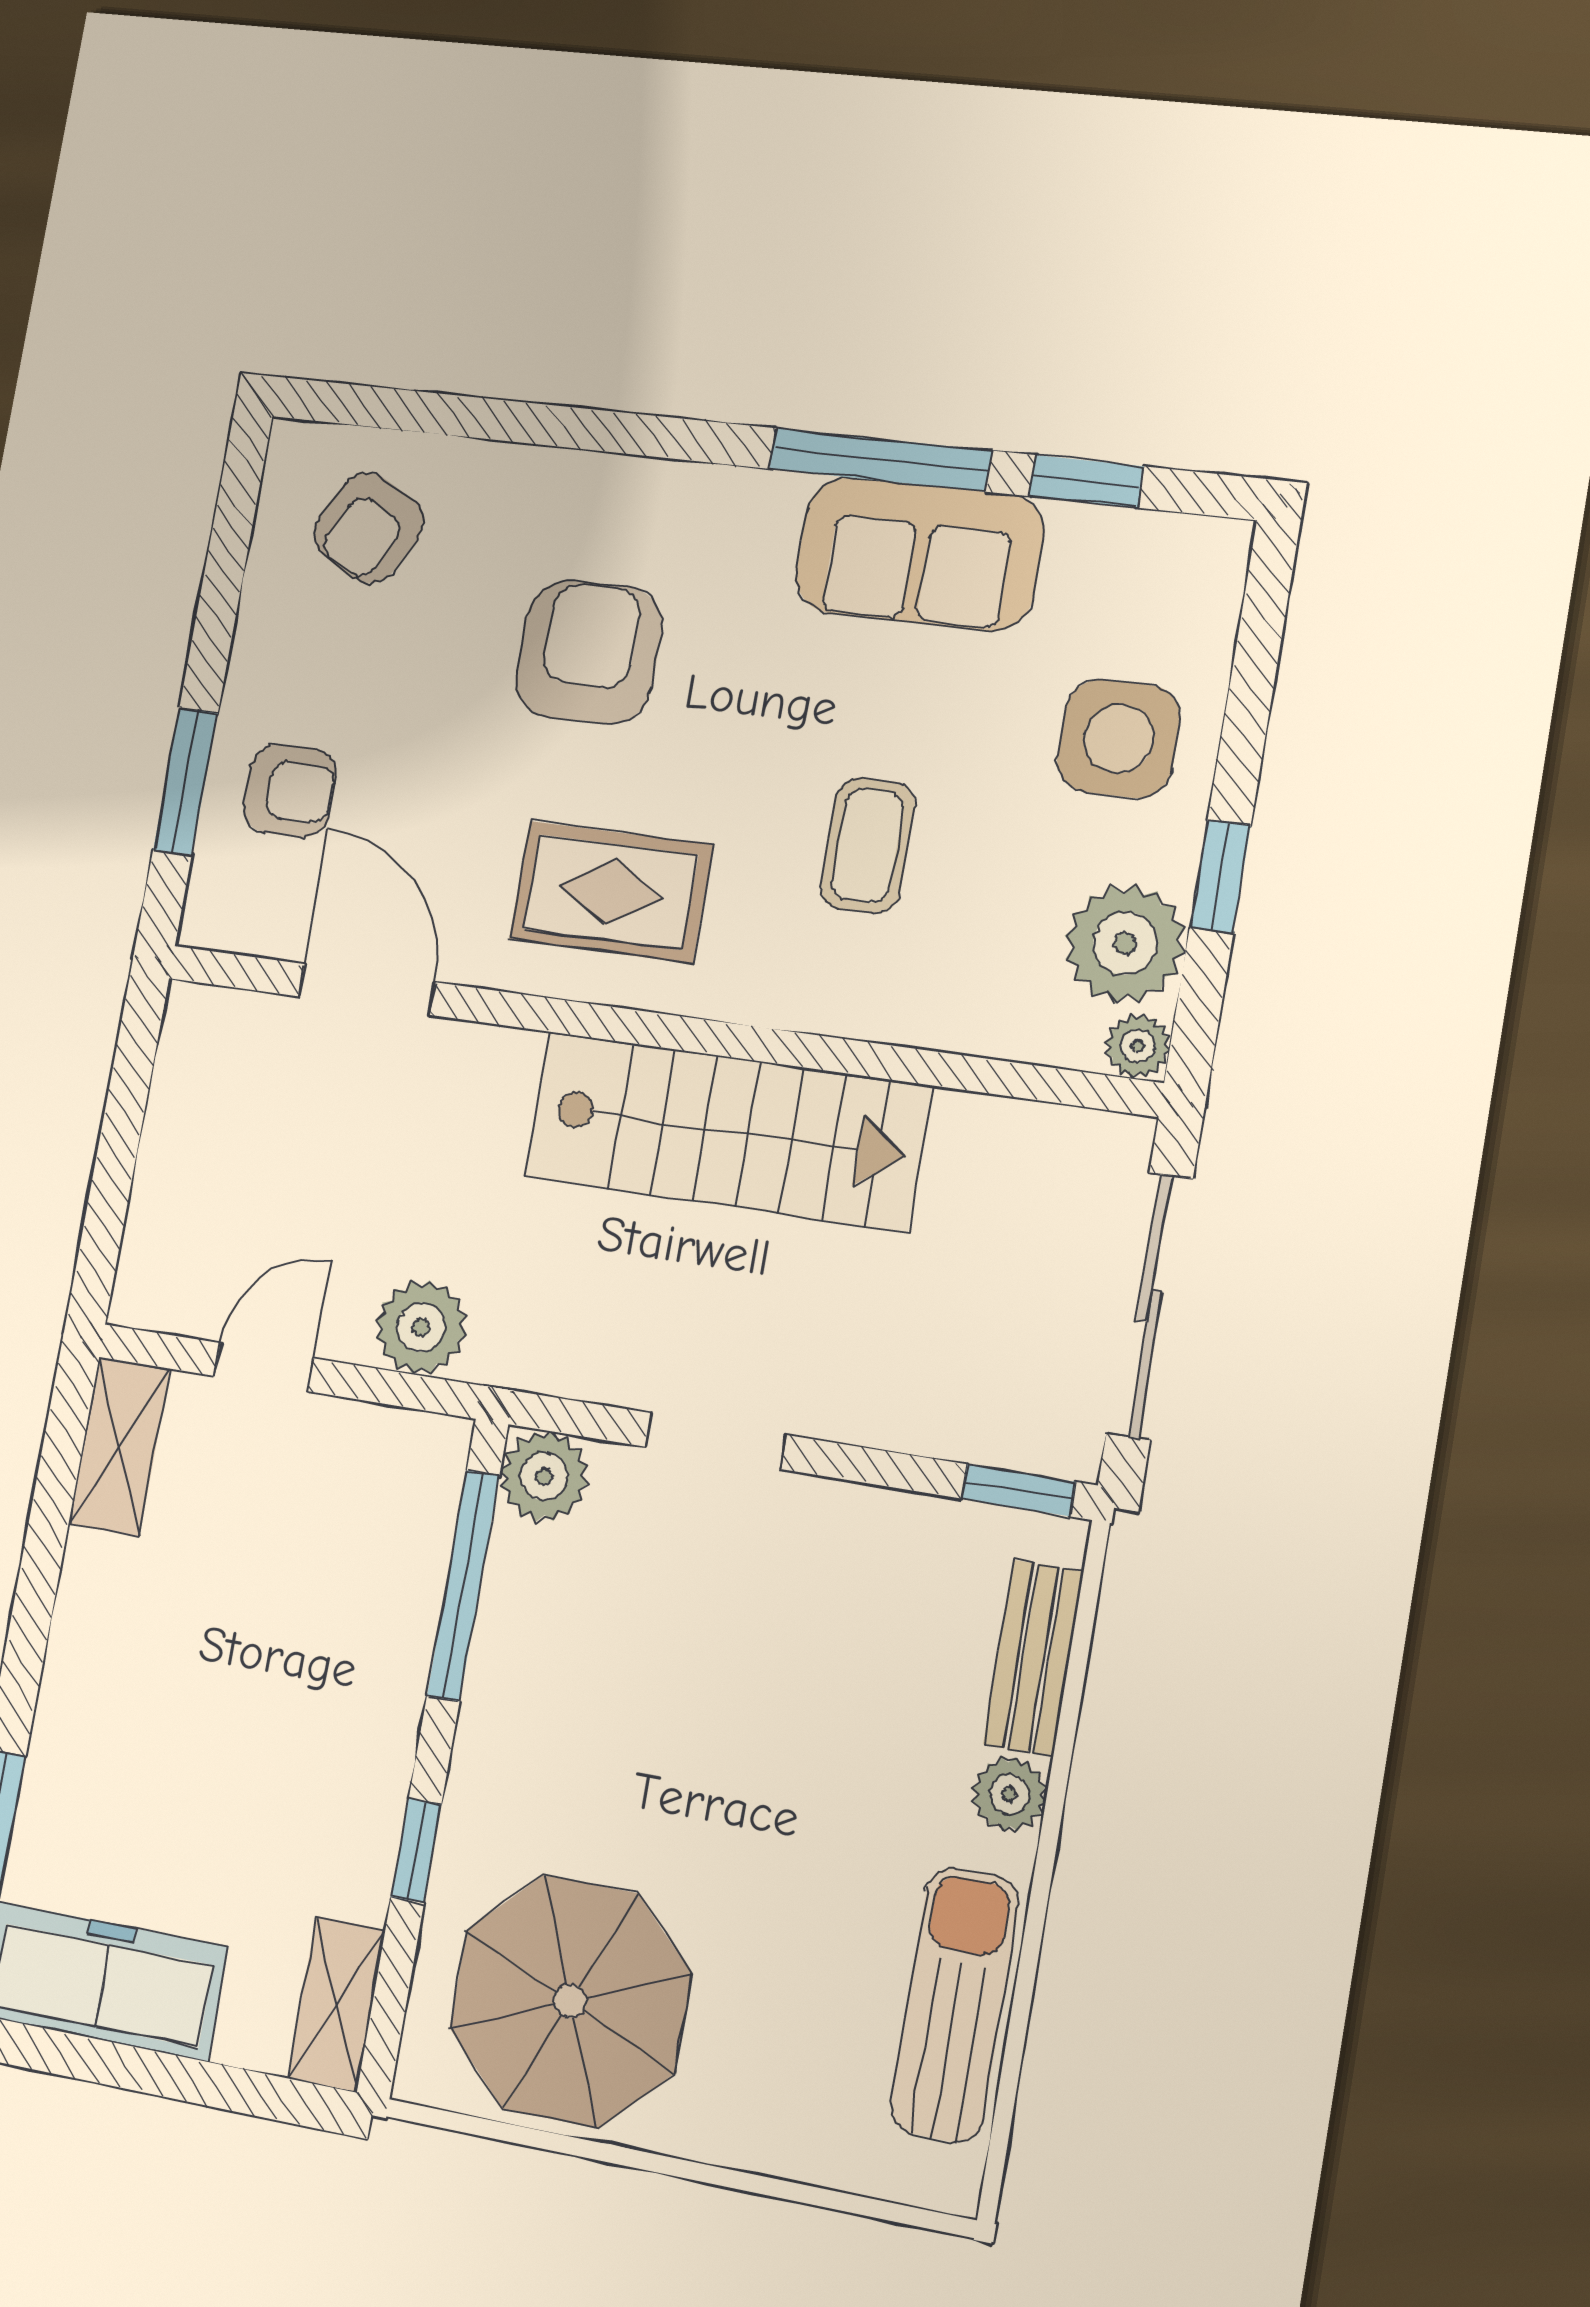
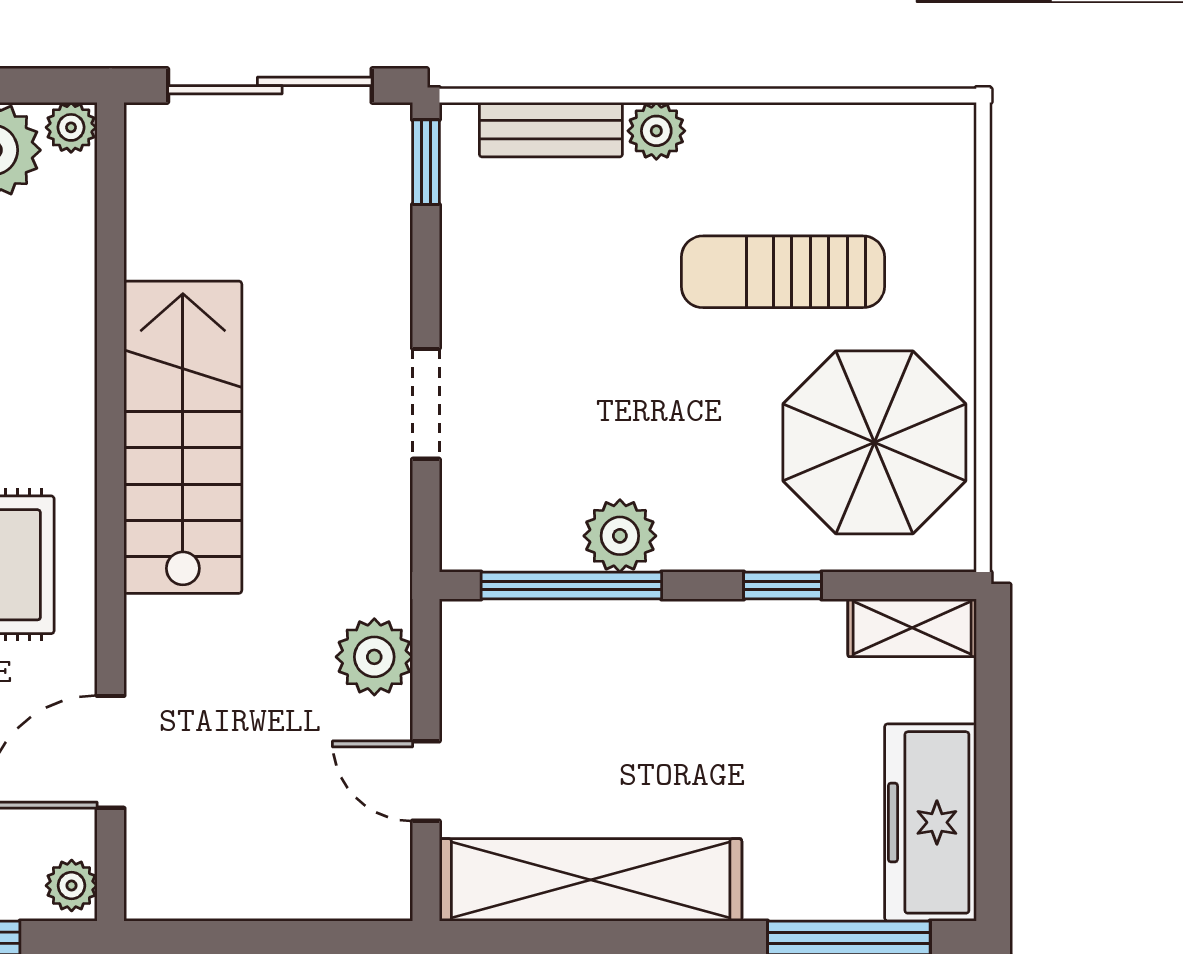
plant: (221, 921) -> (72, 886), added
shelving: (119, 1446) -> (591, 880), width x2.20, depth x1.33
plant: (544, 1476) -> (620, 536), moved
sun lounger: (955, 2005) -> (783, 272), moved

